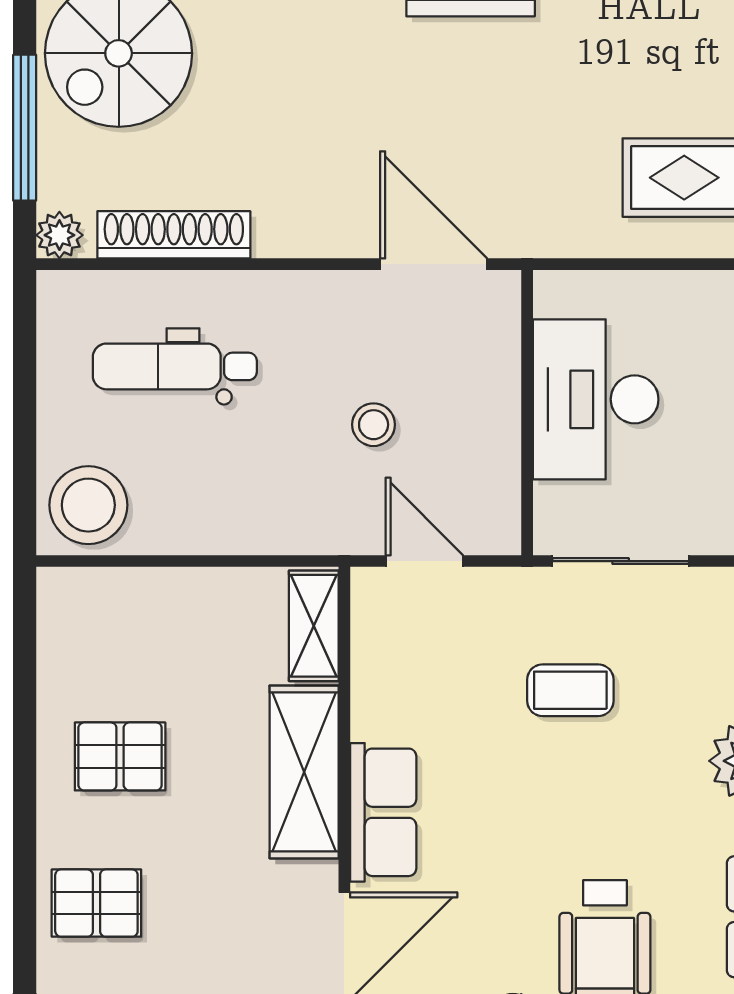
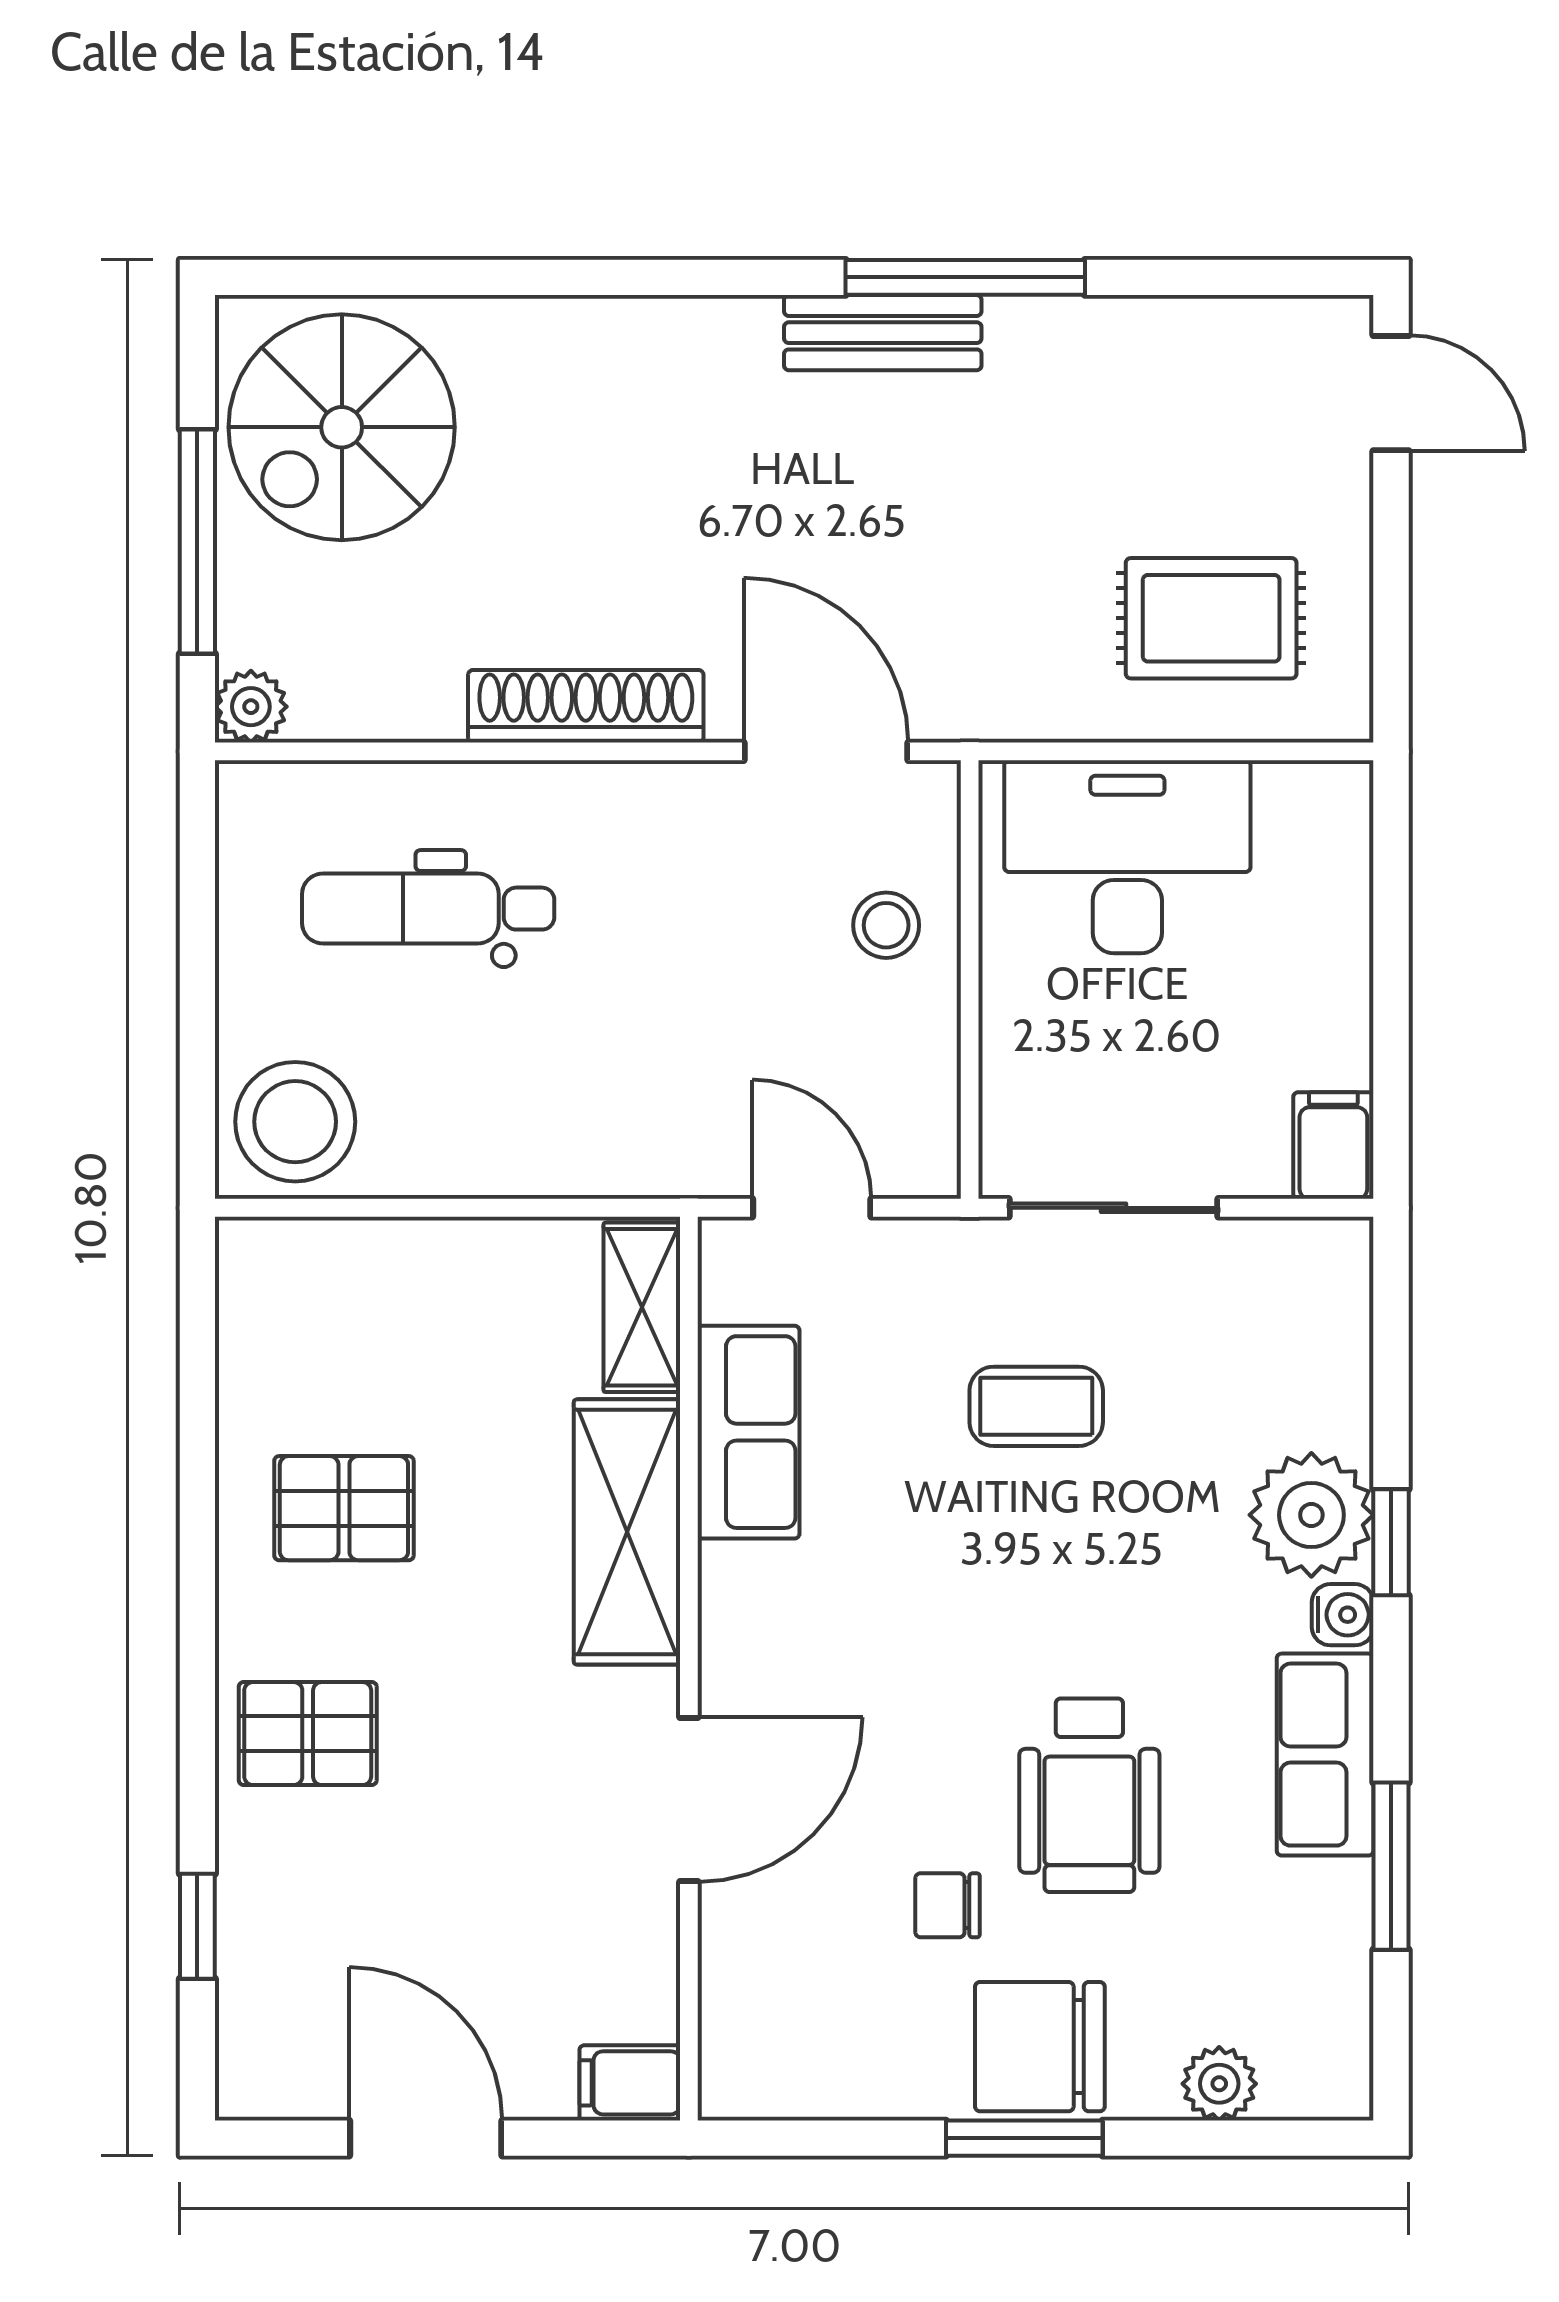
shoe rack: (174, 235) -> (586, 706), moved
desk: (596, 399) -> (1127, 857), moved, turned 90
stool: (374, 425) -> (886, 925), moved
row of seats: (383, 812) -> (749, 1432), moved

